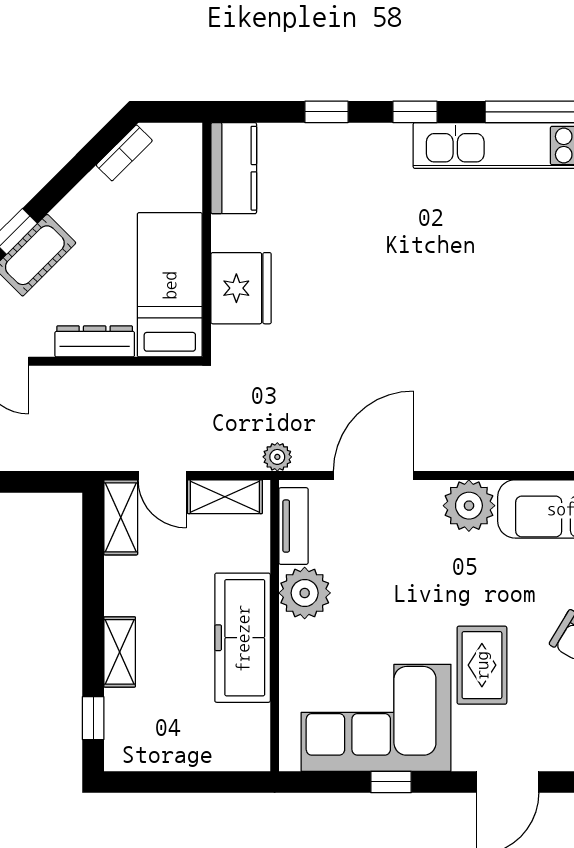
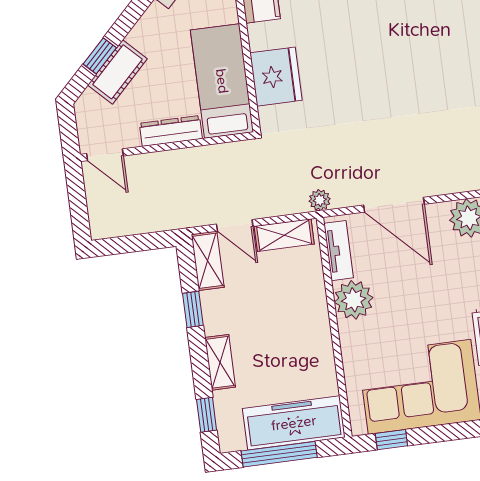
door: (373, 476) -> (394, 205), swing flipped
window: (93, 578) -> (193, 309), added
freezer: (243, 638) -> (294, 423), moved, turned 90
window: (181, 782) -> (279, 454), added
window: (391, 782) -> (391, 440), moved

